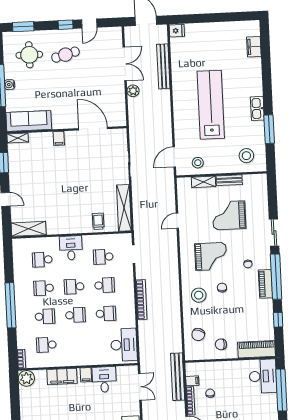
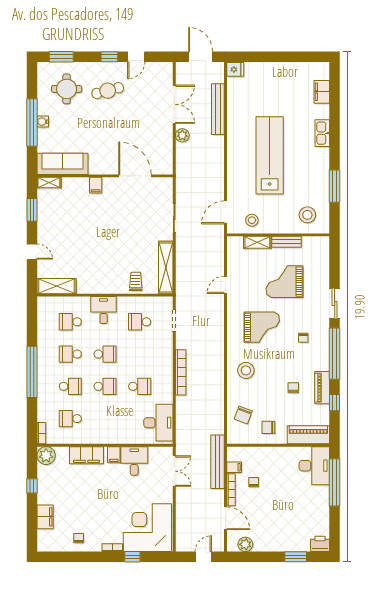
kitchen sink: (257, 108) -> (322, 133), moved
piano: (265, 284) -> (322, 388), moved
school desk: (105, 285) -> (140, 354), removed
school desk: (74, 287) -> (105, 354), turned 180
chair: (222, 288) -> (293, 388), moved
window: (15, 406) -> (32, 486), added

